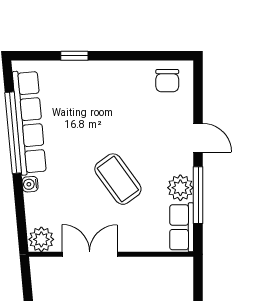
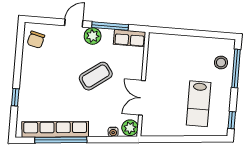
chair: (167, 81) -> (36, 40), turned 104
water cooler: (30, 184) -> (113, 132), moved
plant: (180, 188) -> (93, 36), moved

